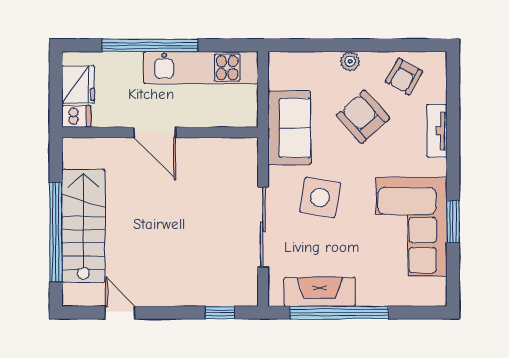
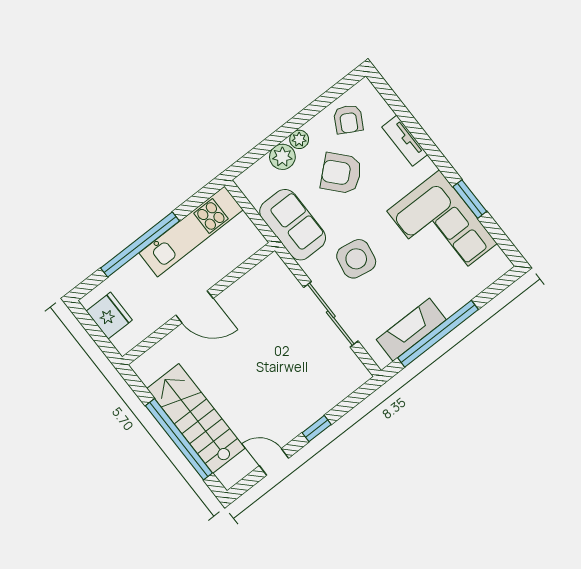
plant: (325, 65) -> (282, 157), added
dishwasher: (76, 116) -> (126, 341), removed
window: (220, 313) -> (317, 429), moved

